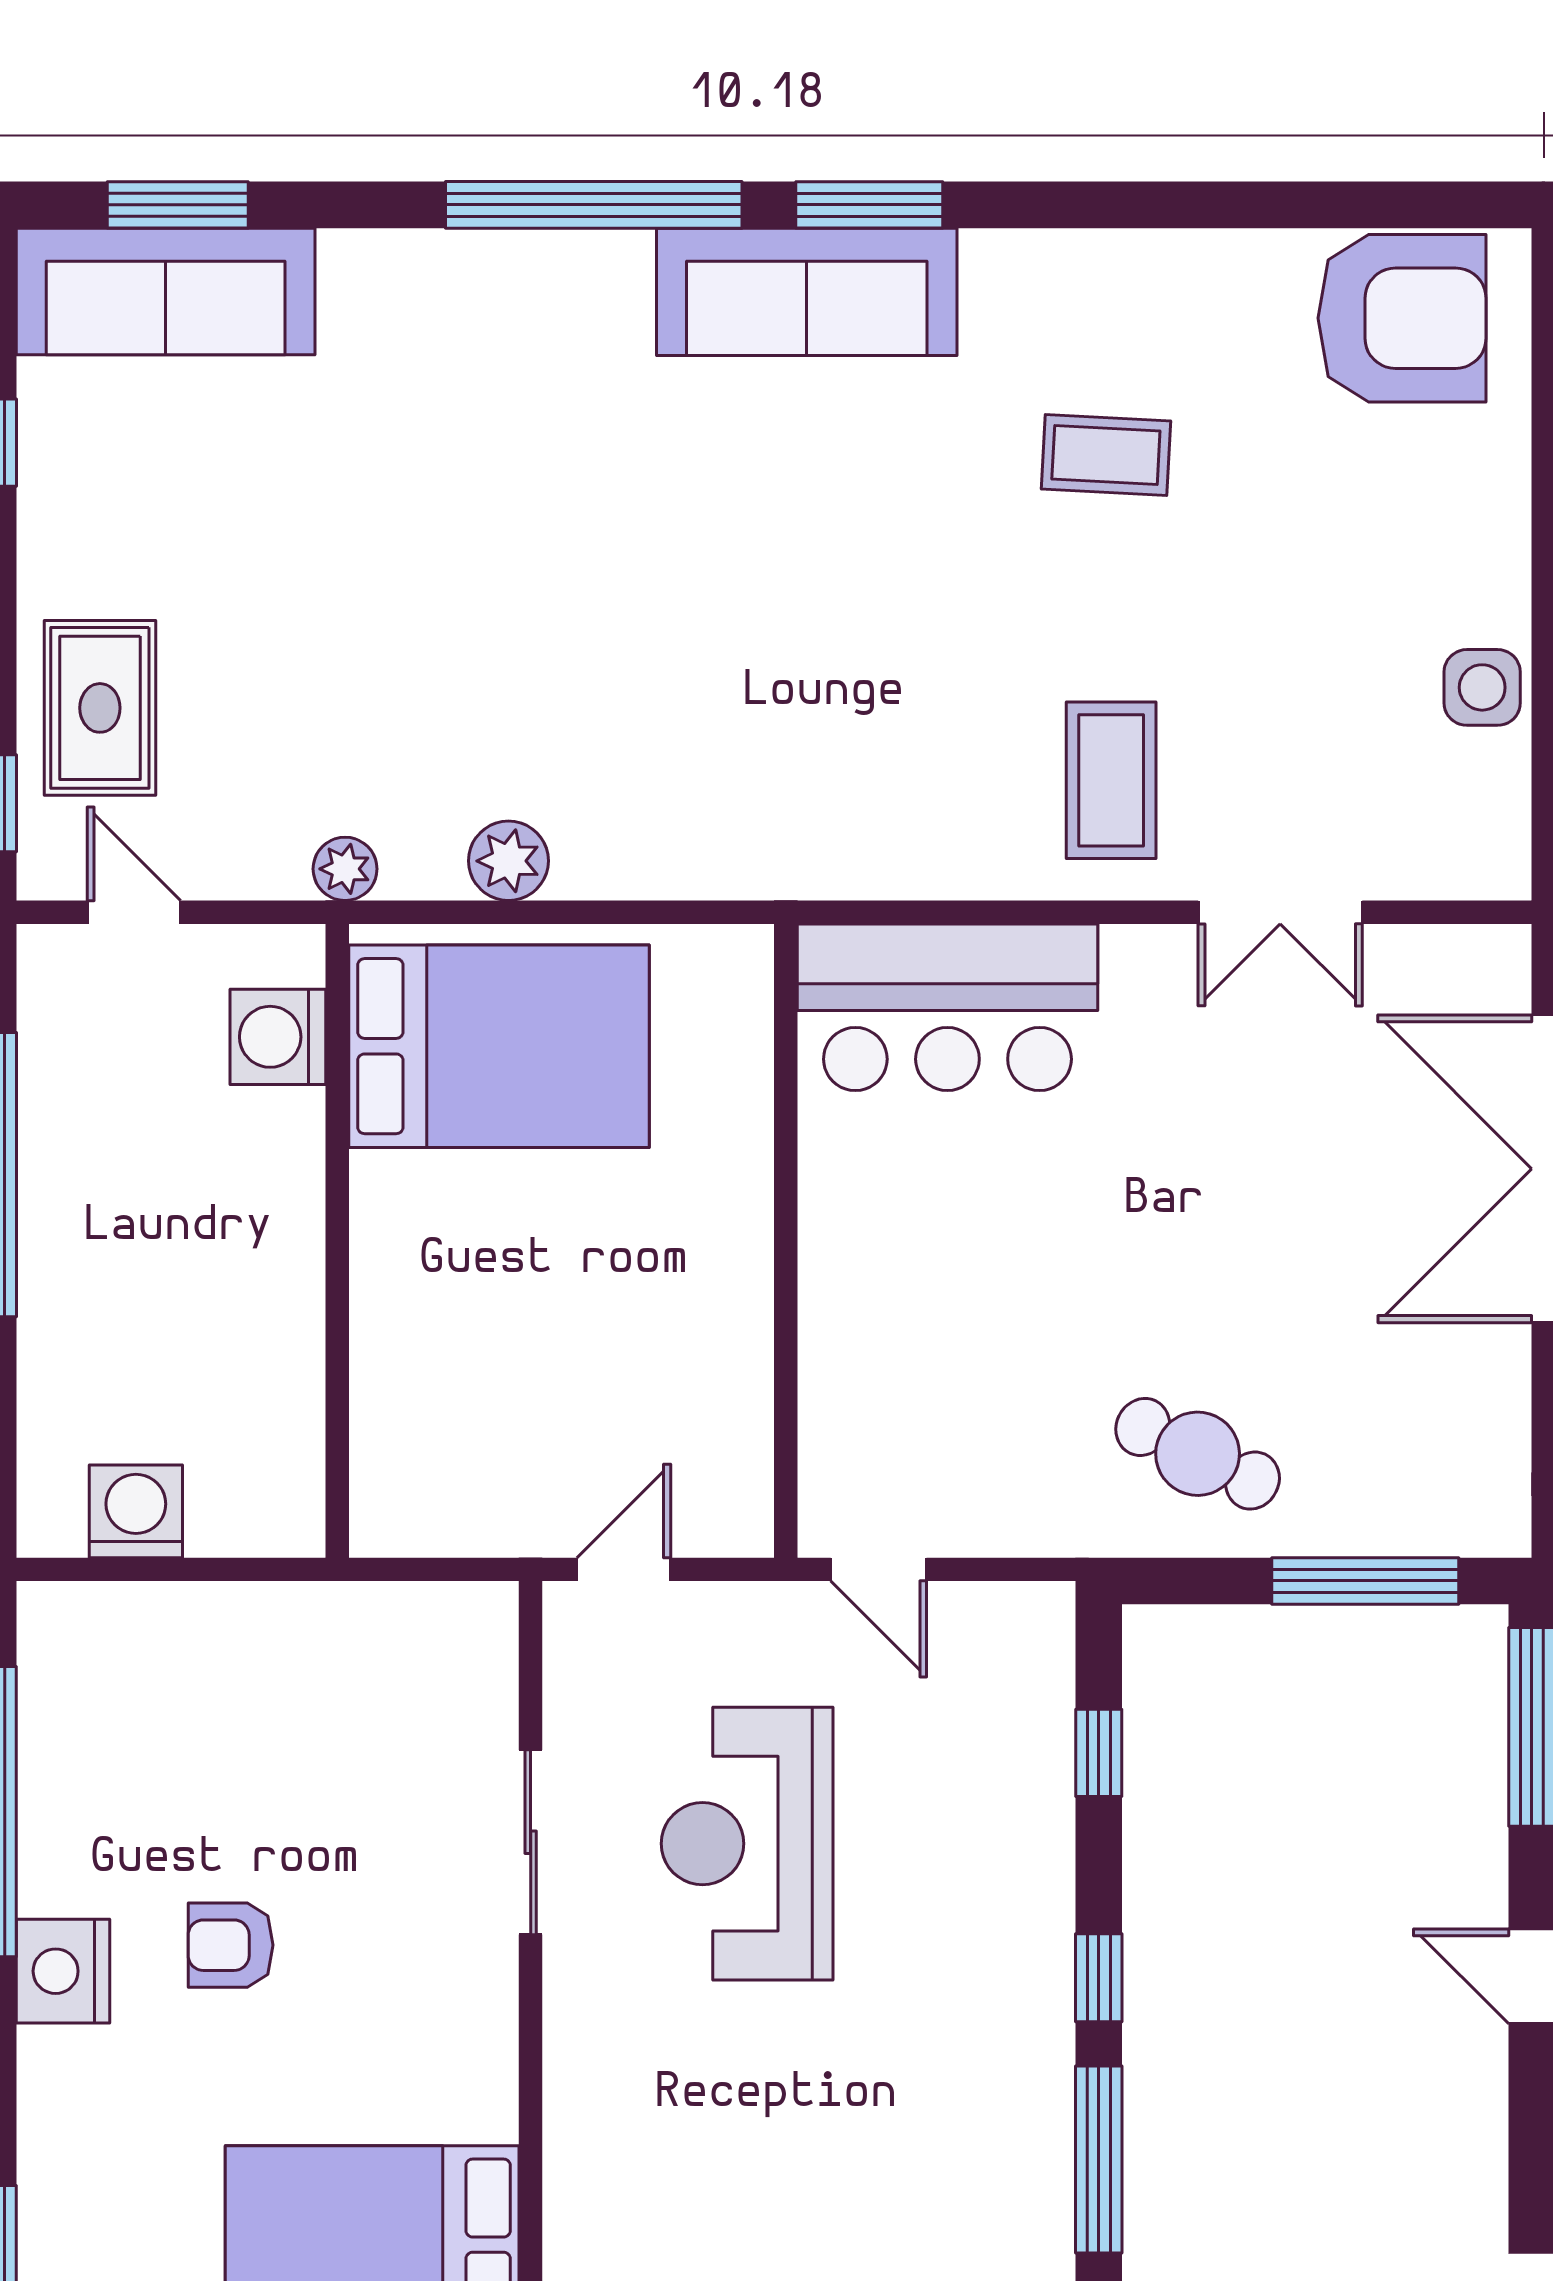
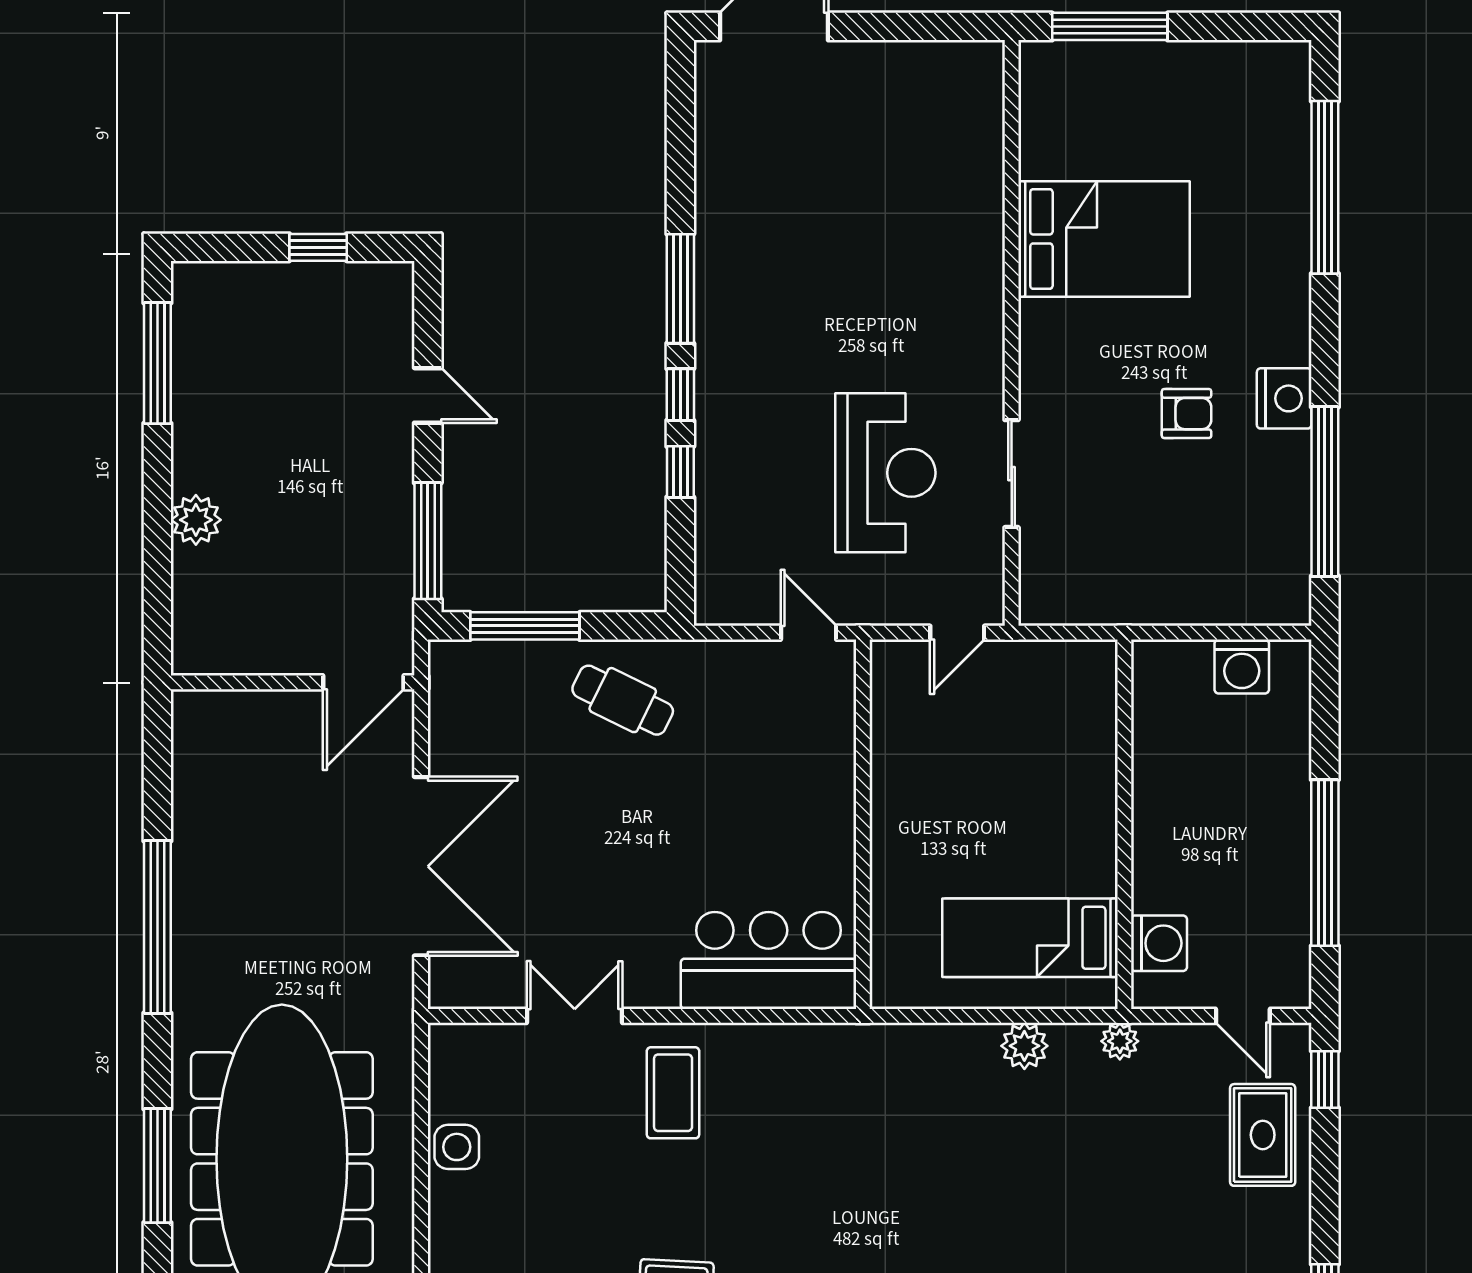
bed: (499, 1046) -> (1030, 938), width x0.67
window: (1099, 1753) -> (680, 472), moved

